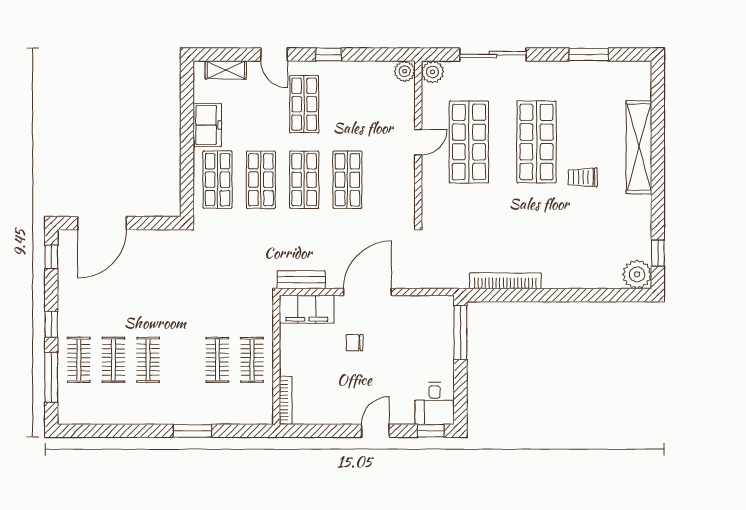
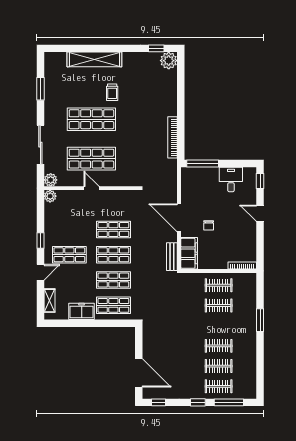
desk: (435, 403) -> (231, 180), moved, turned -90

